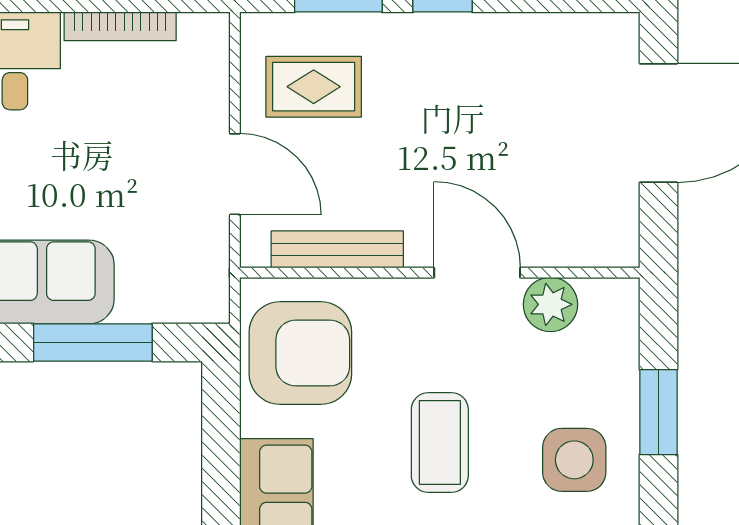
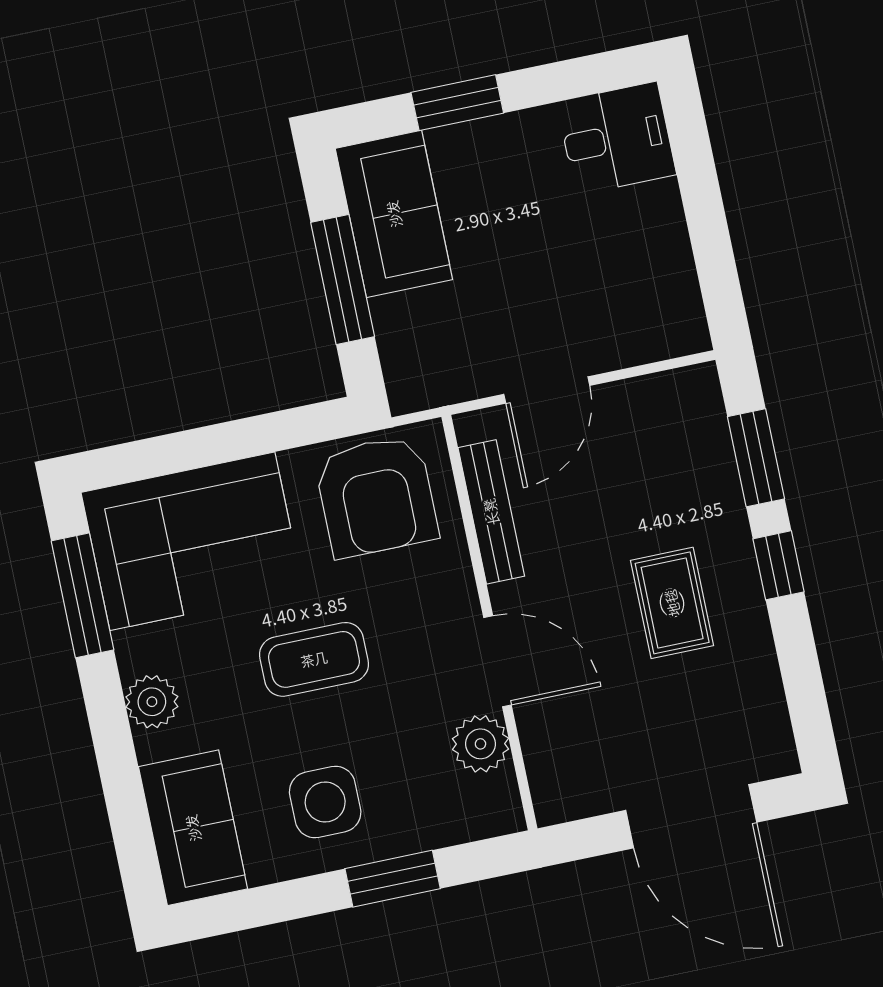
bookcase: (120, 26) -> (675, 240), removed
rug: (314, 87) -> (672, 603), moved
door: (477, 273) -> (498, 661), hinge flipped

